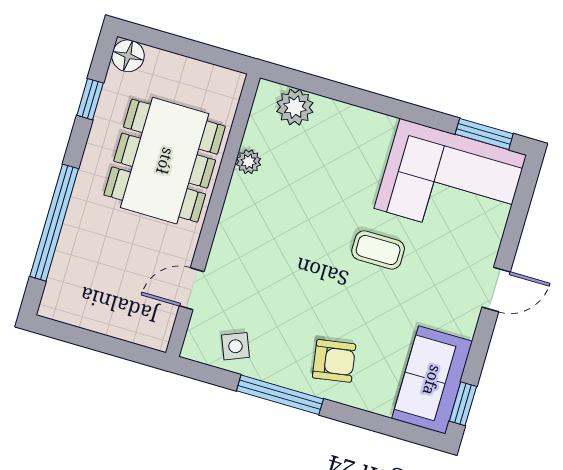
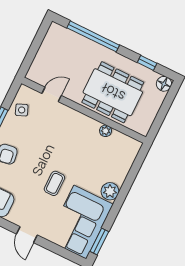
plant: (295, 107) -> (110, 191), moved
door: (192, 289) -> (52, 94), hinge flipped

